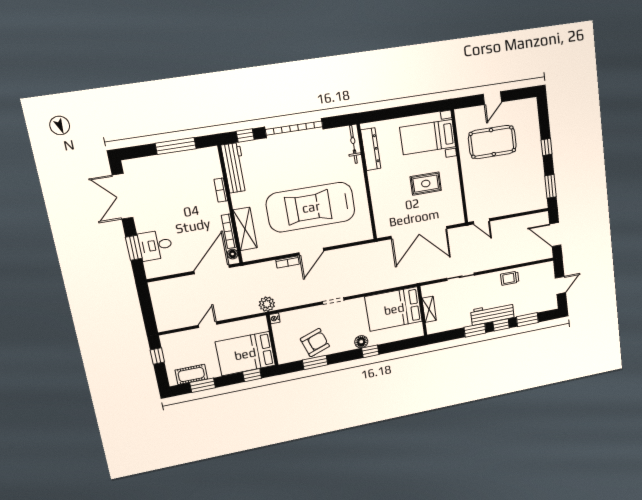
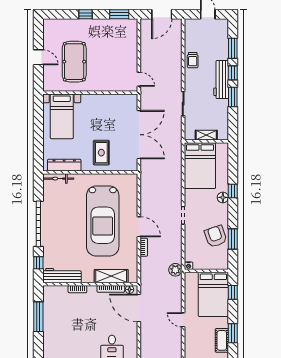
rug: (426, 184) -> (101, 153), moved
door: (481, 221) -> (139, 79), hinge flipped

